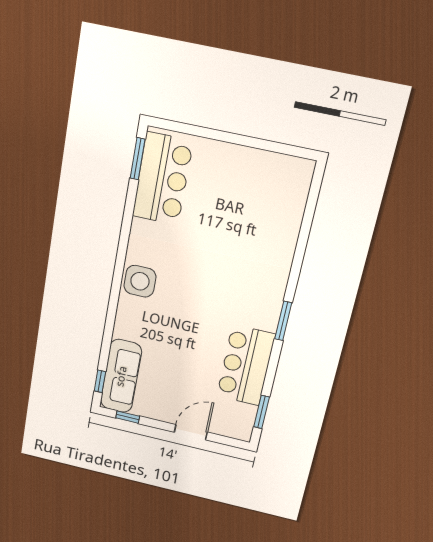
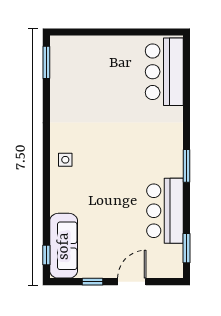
bar counter: (162, 179) -> (164, 72), moved, turned 180
side table: (140, 281) -> (65, 160), width x0.54, depth x0.54
window: (128, 417) -> (92, 282), moved

